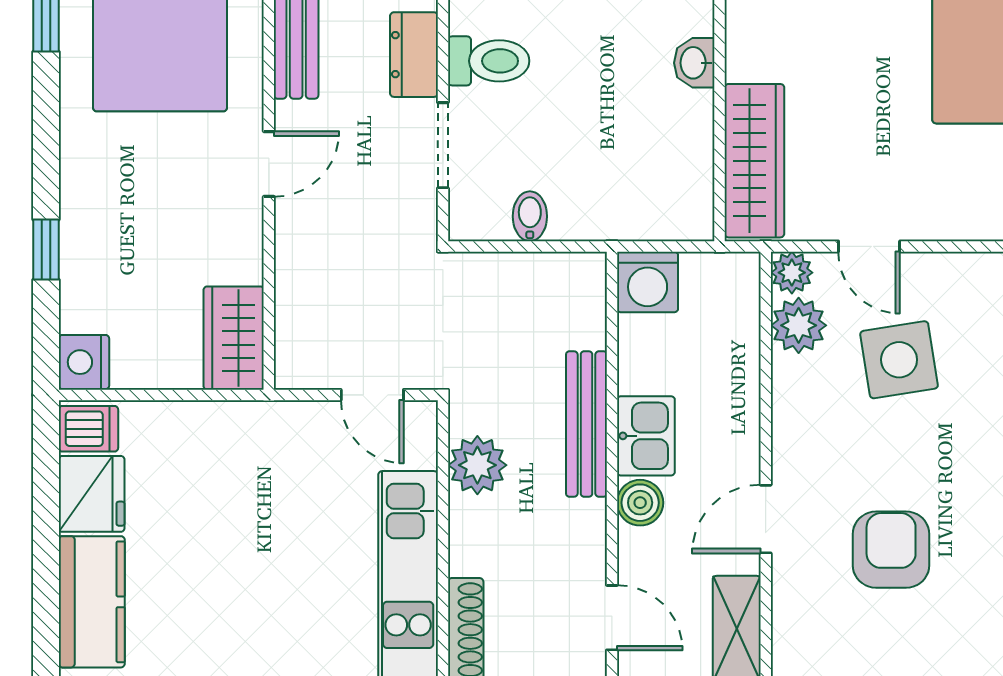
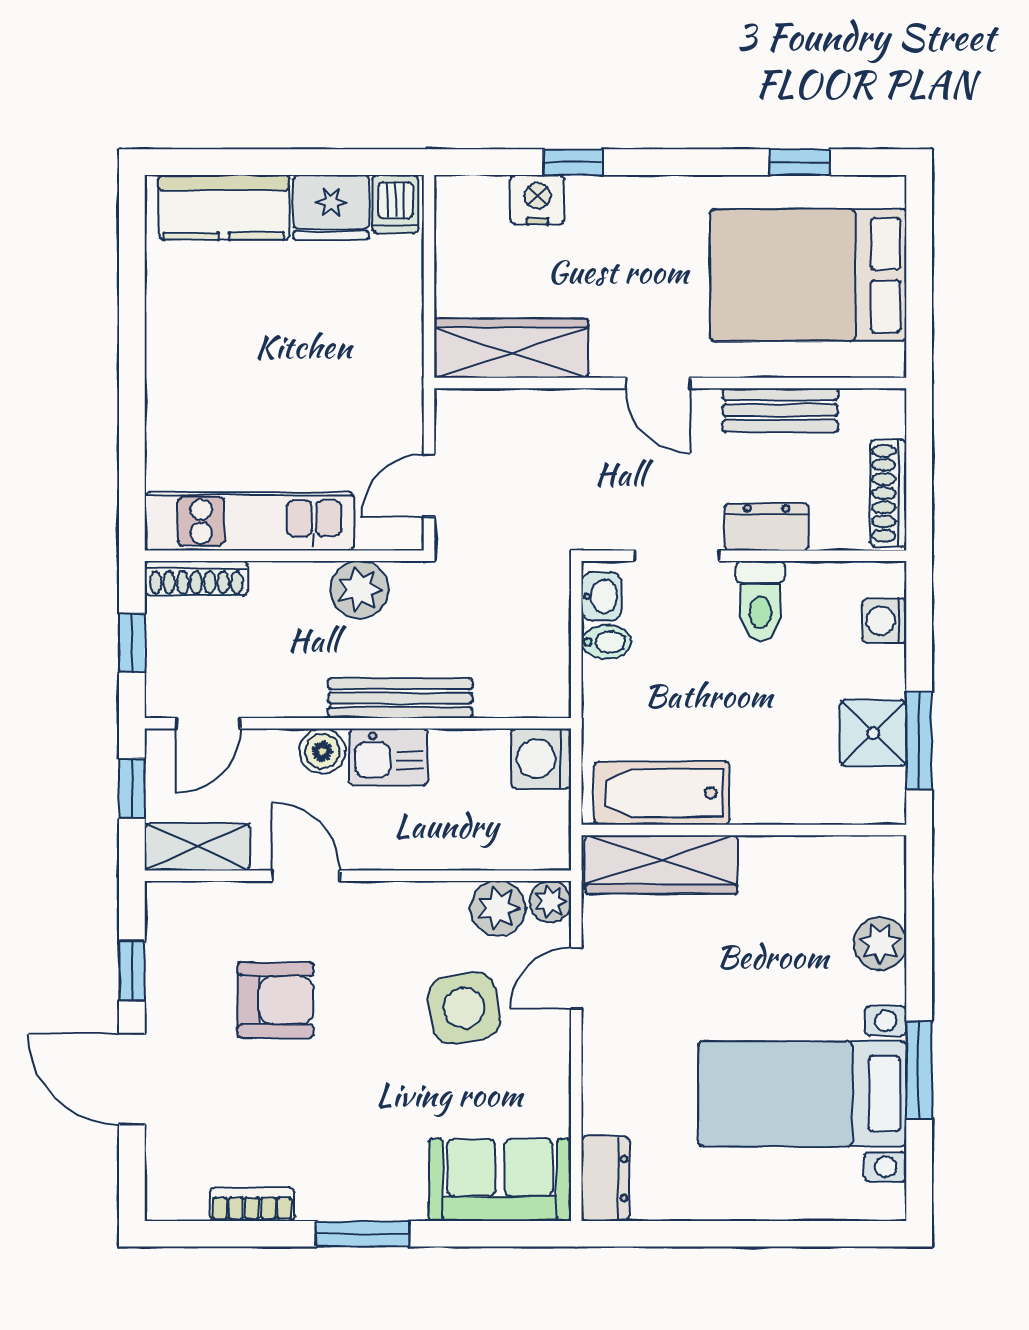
washbasin: (694, 63) -> (601, 596), moved, turned 90
bathtub: (682, 160) -> (662, 793), added
wardrobe: (234, 338) -> (511, 348), width x1.50
nightstand: (84, 362) -> (537, 200), moved

